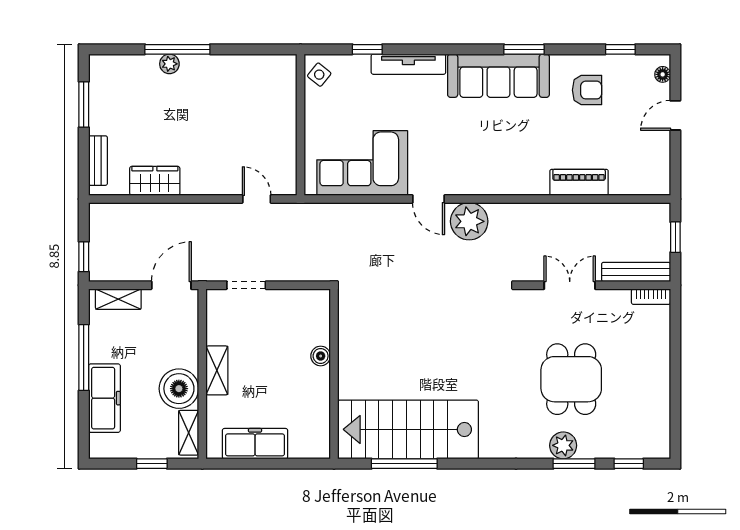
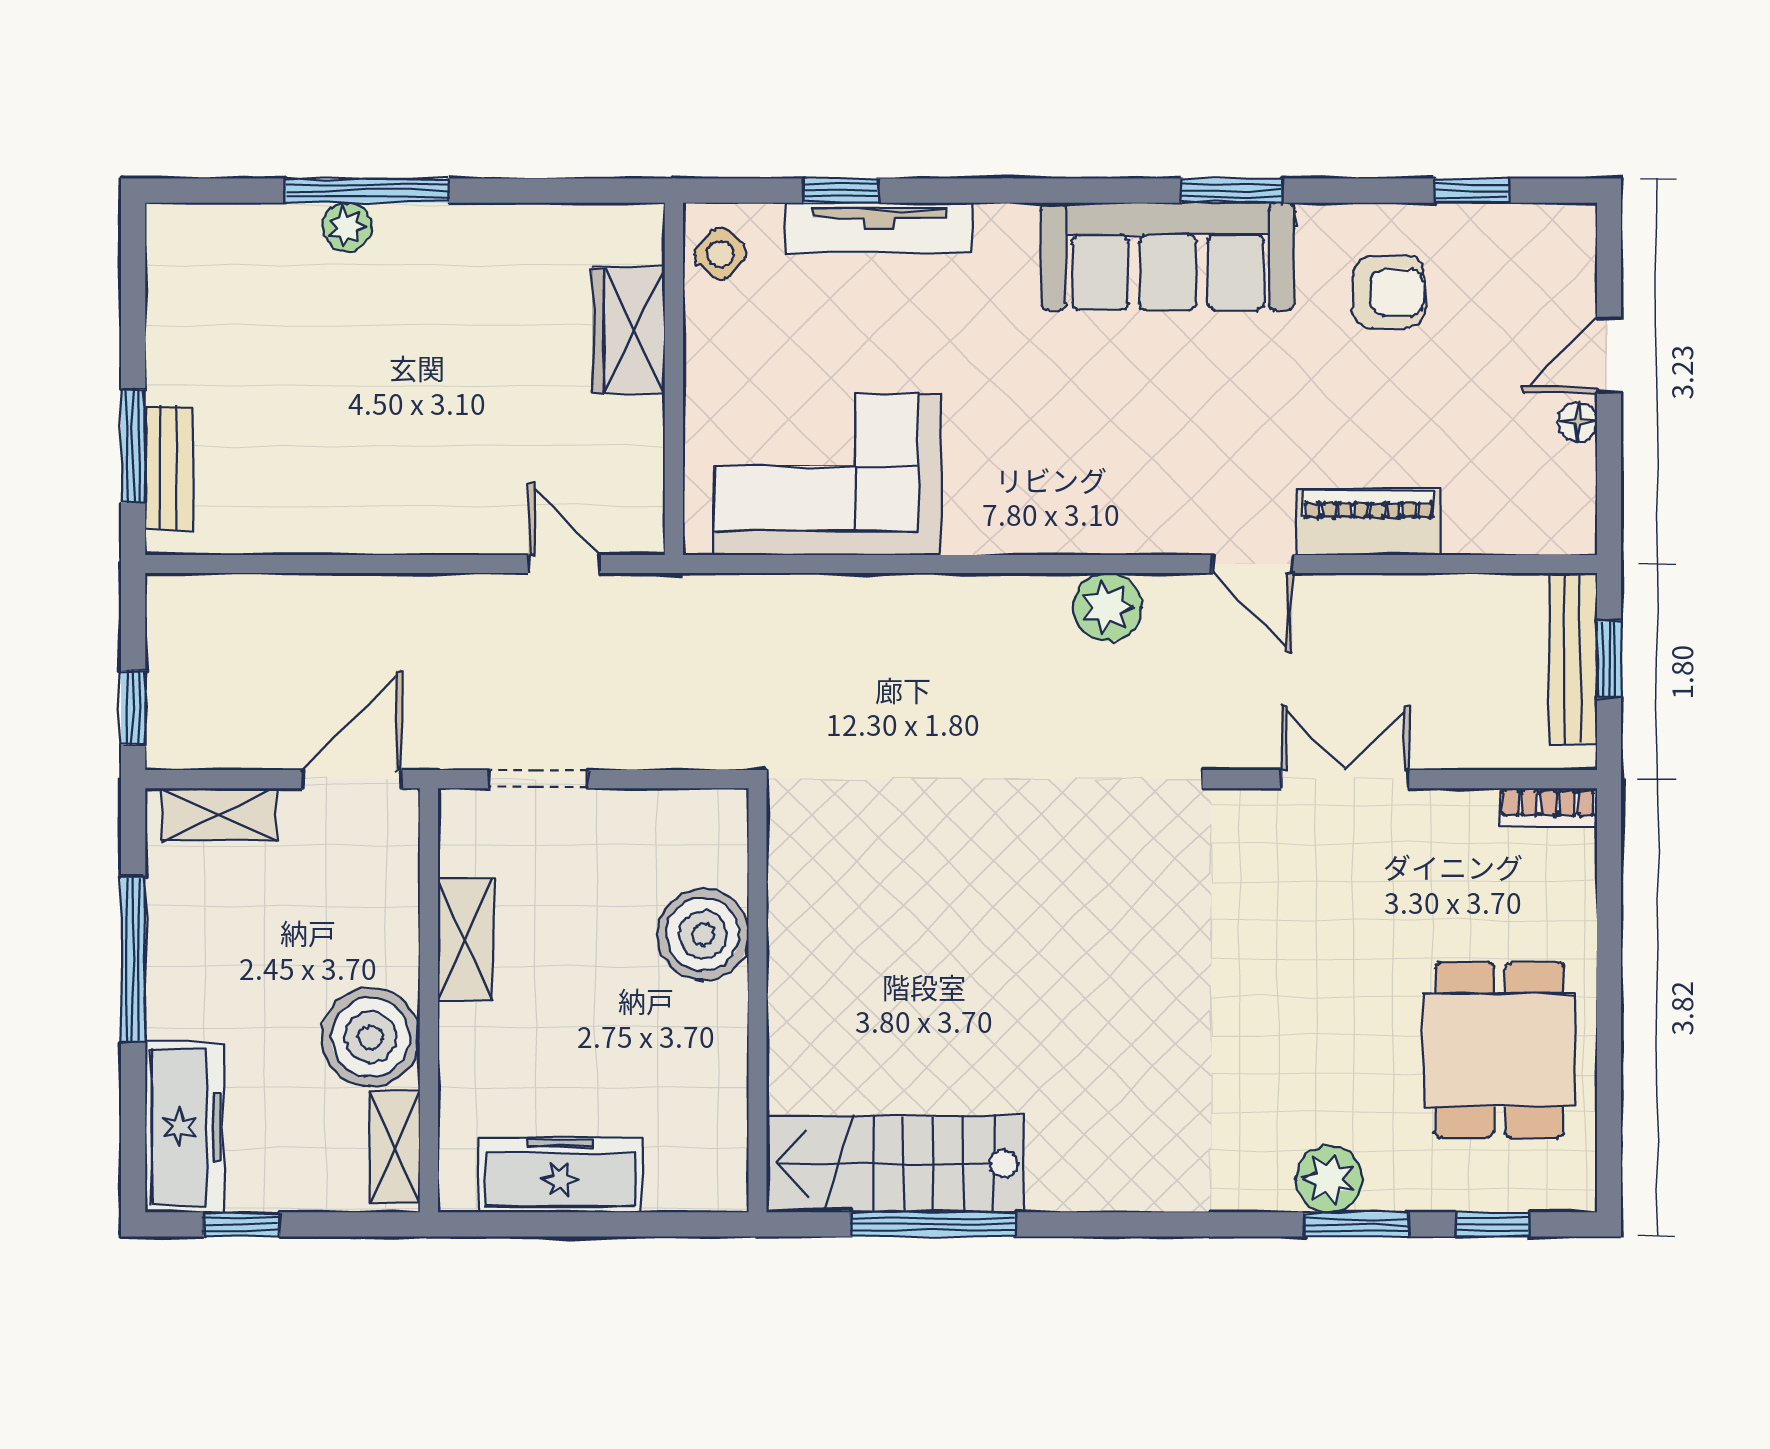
tv unit: (408, 64) -> (879, 228), moved
floor lamp: (663, 74) -> (1577, 422), moved
window: (84, 105) -> (133, 446), moved
wardrobe: (155, 181) -> (629, 330), moved, turned -90
door: (428, 199) -> (1252, 564), moved
plant: (469, 221) -> (1107, 607), width x0.73, depth x0.73
bench: (636, 272) -> (1573, 659), moved, turned 90
boiler: (321, 356) -> (703, 935), width x1.86, depth x1.86
shelving: (217, 370) -> (465, 939), moved
dining table: (571, 379) -> (1499, 1050), moved
freezer: (104, 398) -> (185, 1127), moved
stairs: (408, 429) -> (895, 1164), width x0.73, depth x0.66
window: (152, 464) -> (242, 1224), moved

